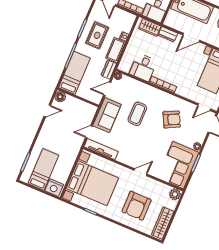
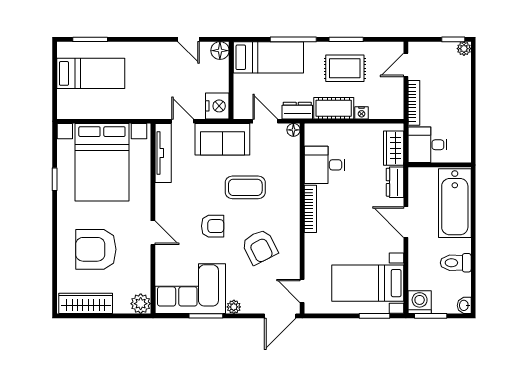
armchair: (150, 140) -> (213, 226), added
nightstand: (54, 188) -> (217, 106), moved, turned 180

